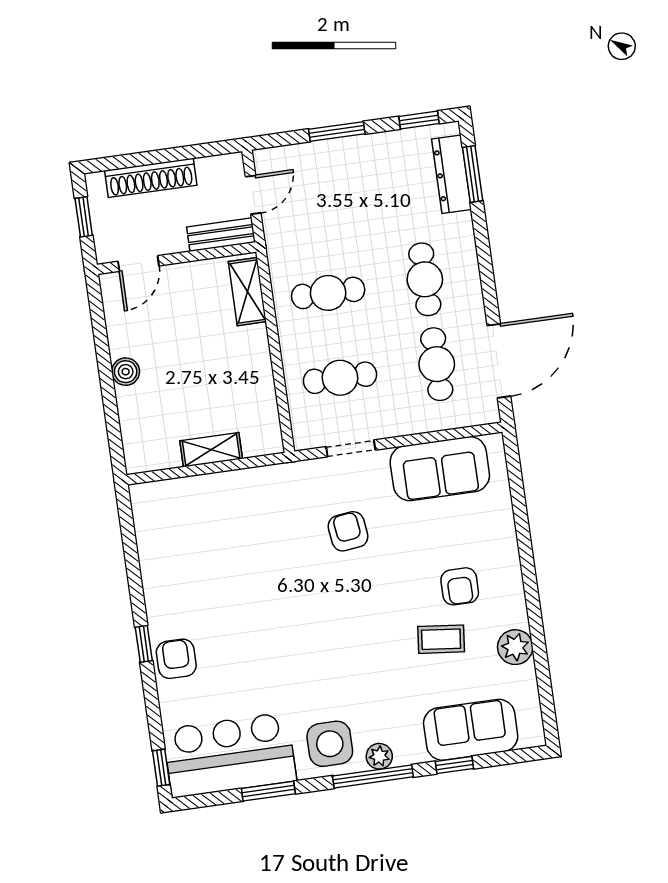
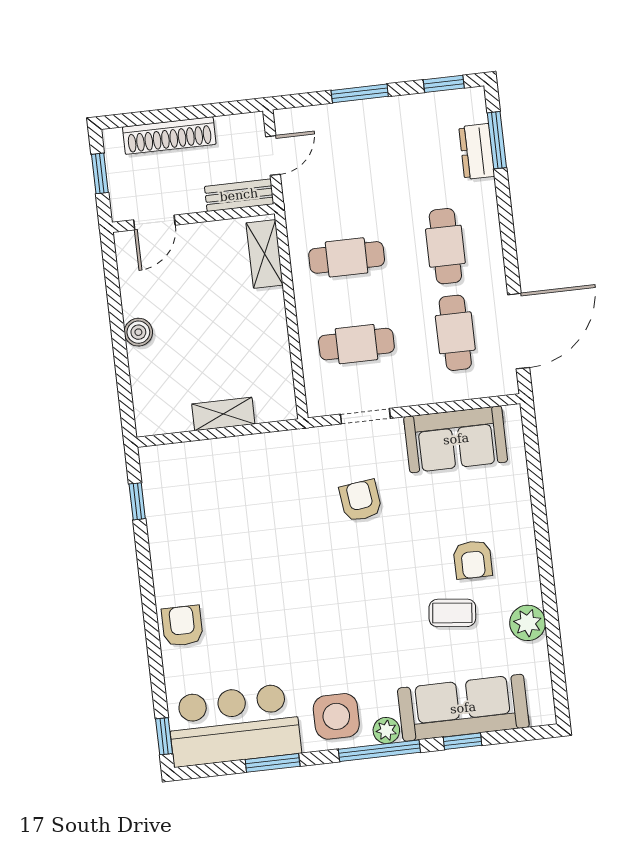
dresser: (452, 174) -> (477, 152), width x0.70
window: (144, 644) -> (137, 501), moved
sofa: (471, 730) -> (463, 708), width x1.36

